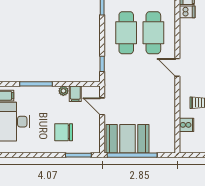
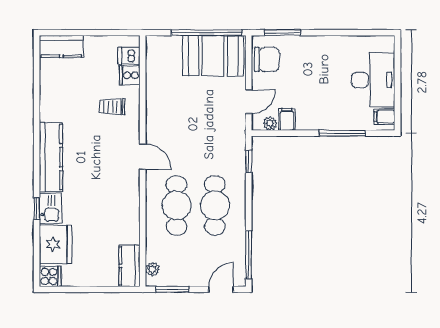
dishwasher: (187, 12) -> (129, 56), moved
plant: (63, 91) -> (270, 123), moved
door: (102, 106) -> (249, 102), hinge flipped
chair: (64, 132) -> (267, 59), moved

